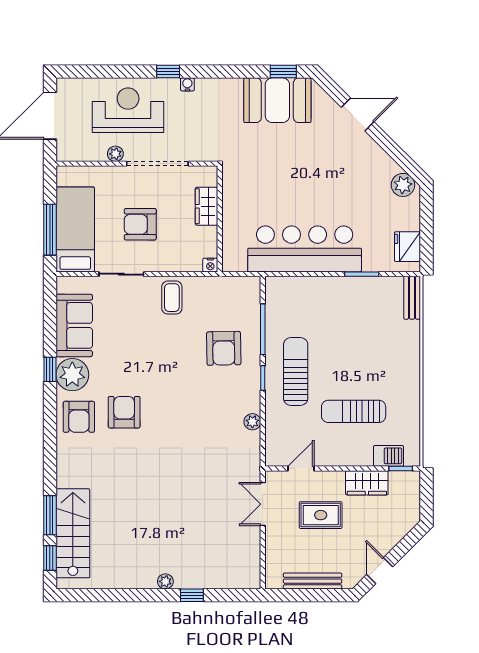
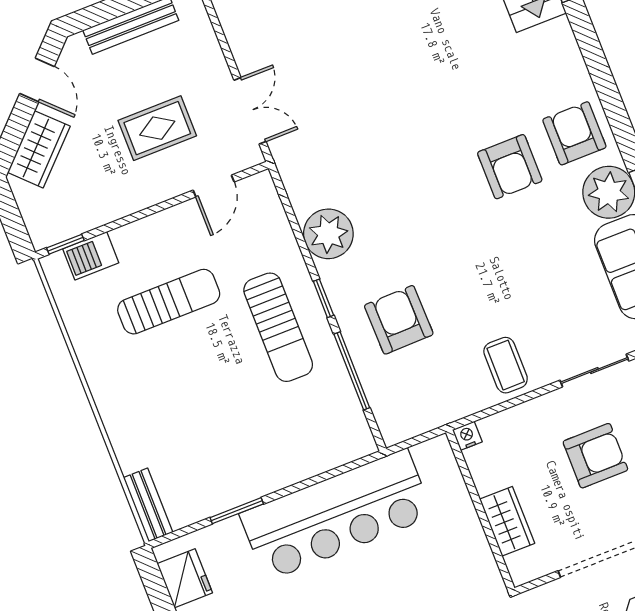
plant: (252, 422) -> (328, 234), width x1.88, depth x1.88
wardrobe: (367, 483) -> (39, 149), moved, turned 135

